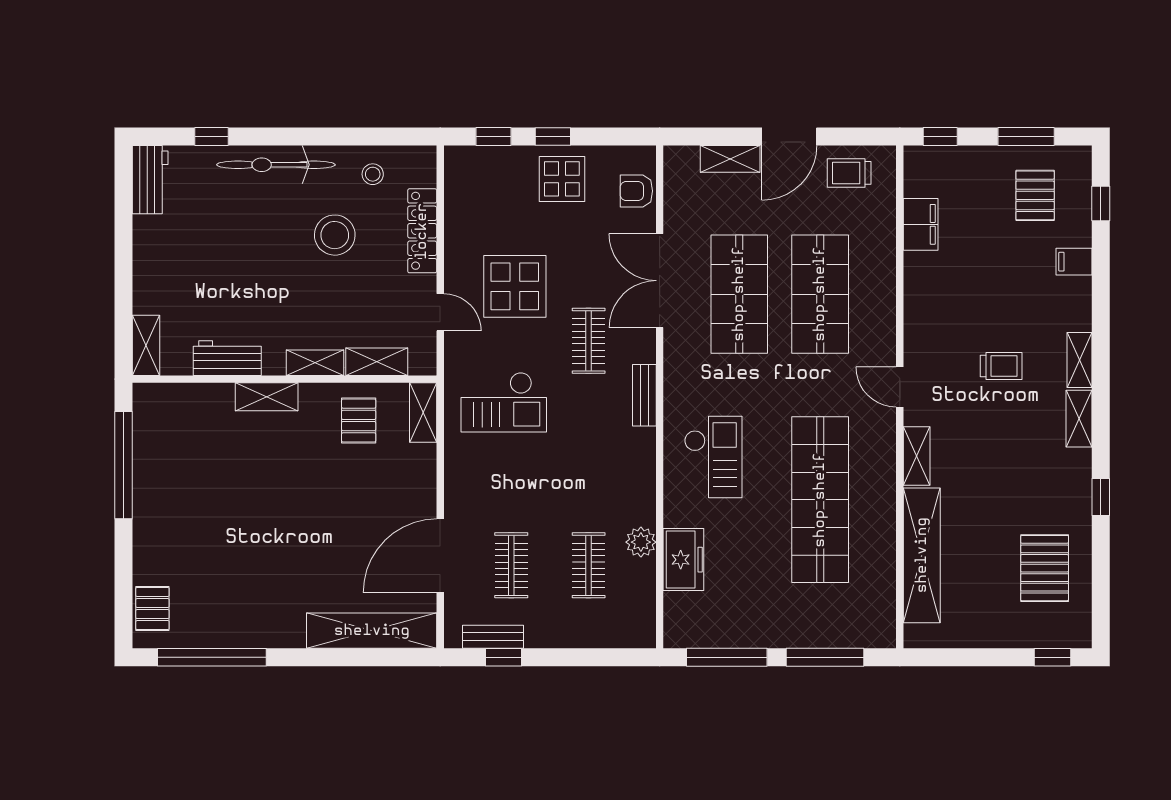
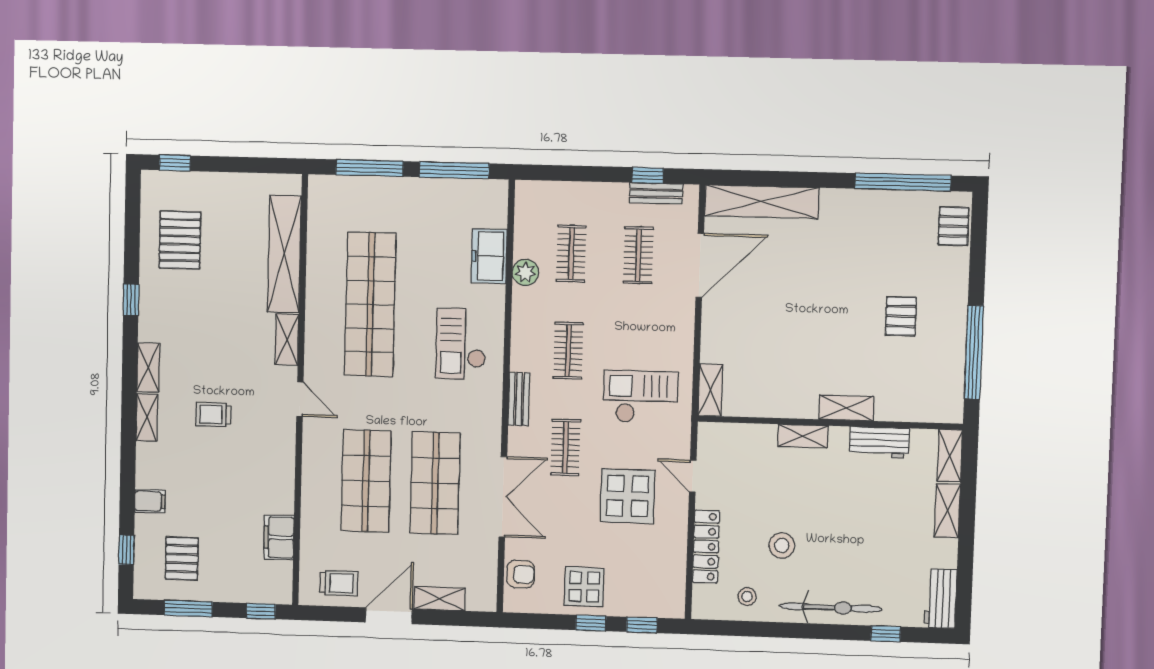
stool: (335, 235) -> (782, 545), width x0.73, depth x0.73
shelving: (377, 362) -> (947, 511), moved, turned 90
pallet: (359, 420) -> (901, 316), moved
clothes rail: (589, 453) -> (568, 351), added

